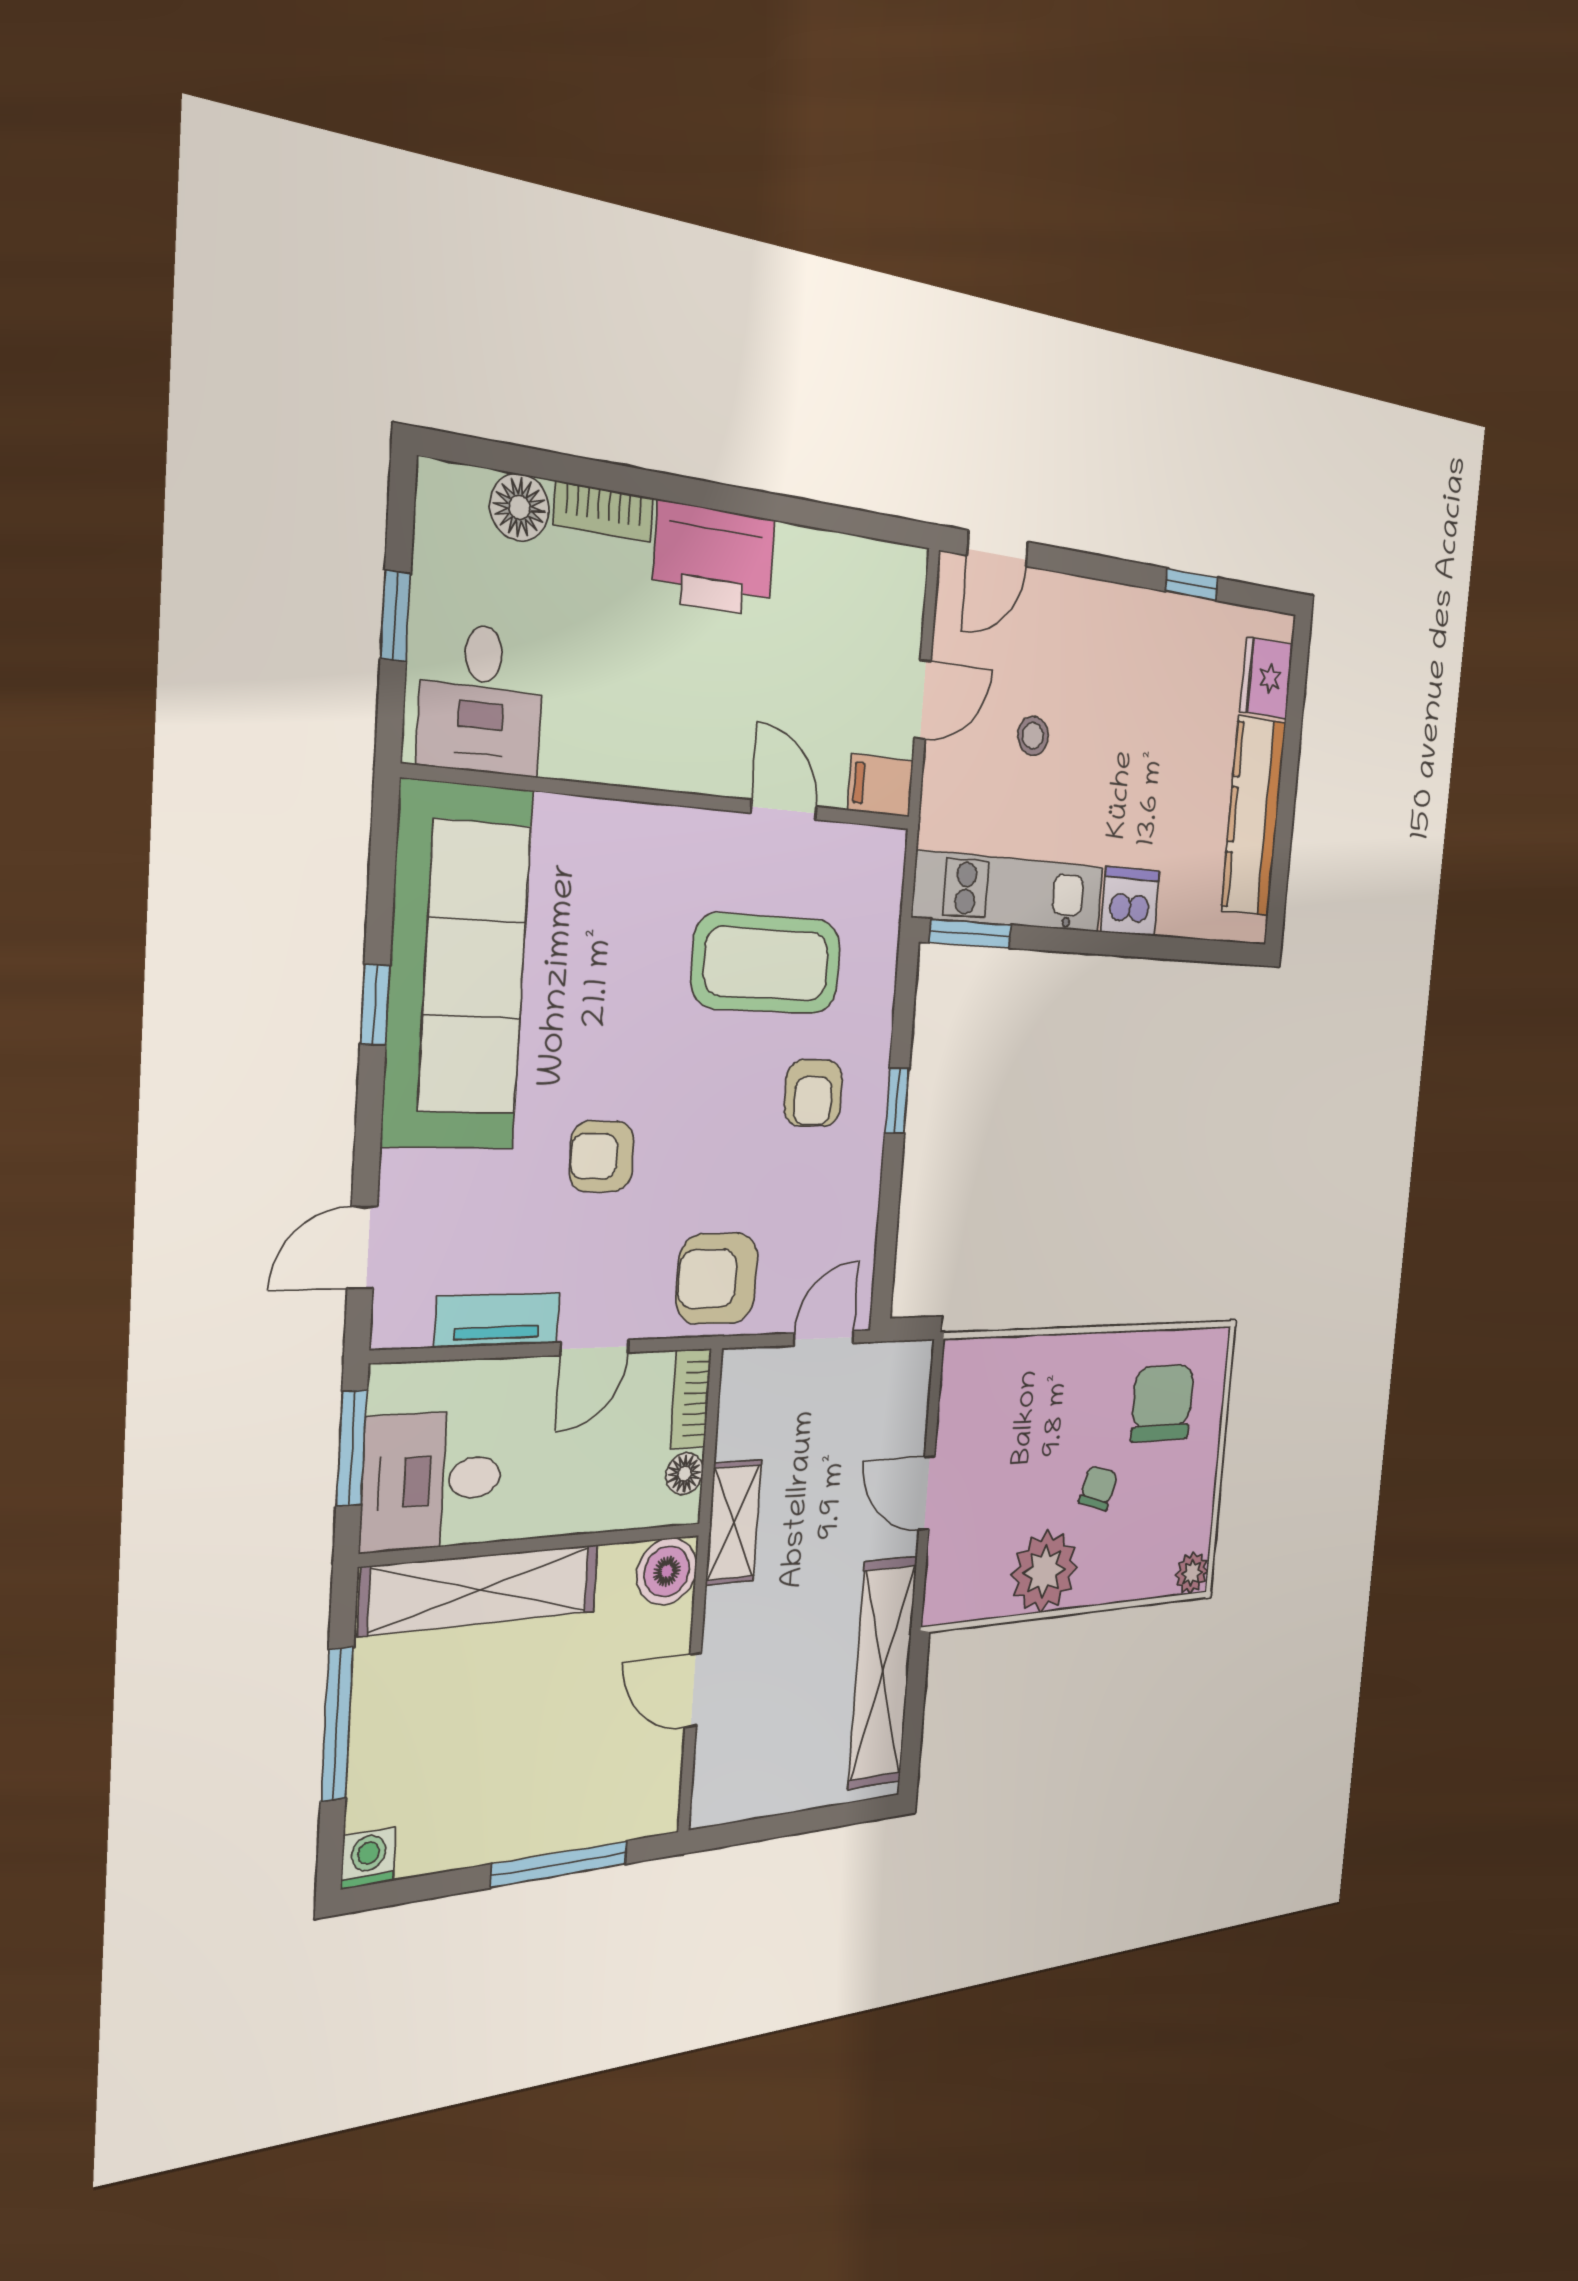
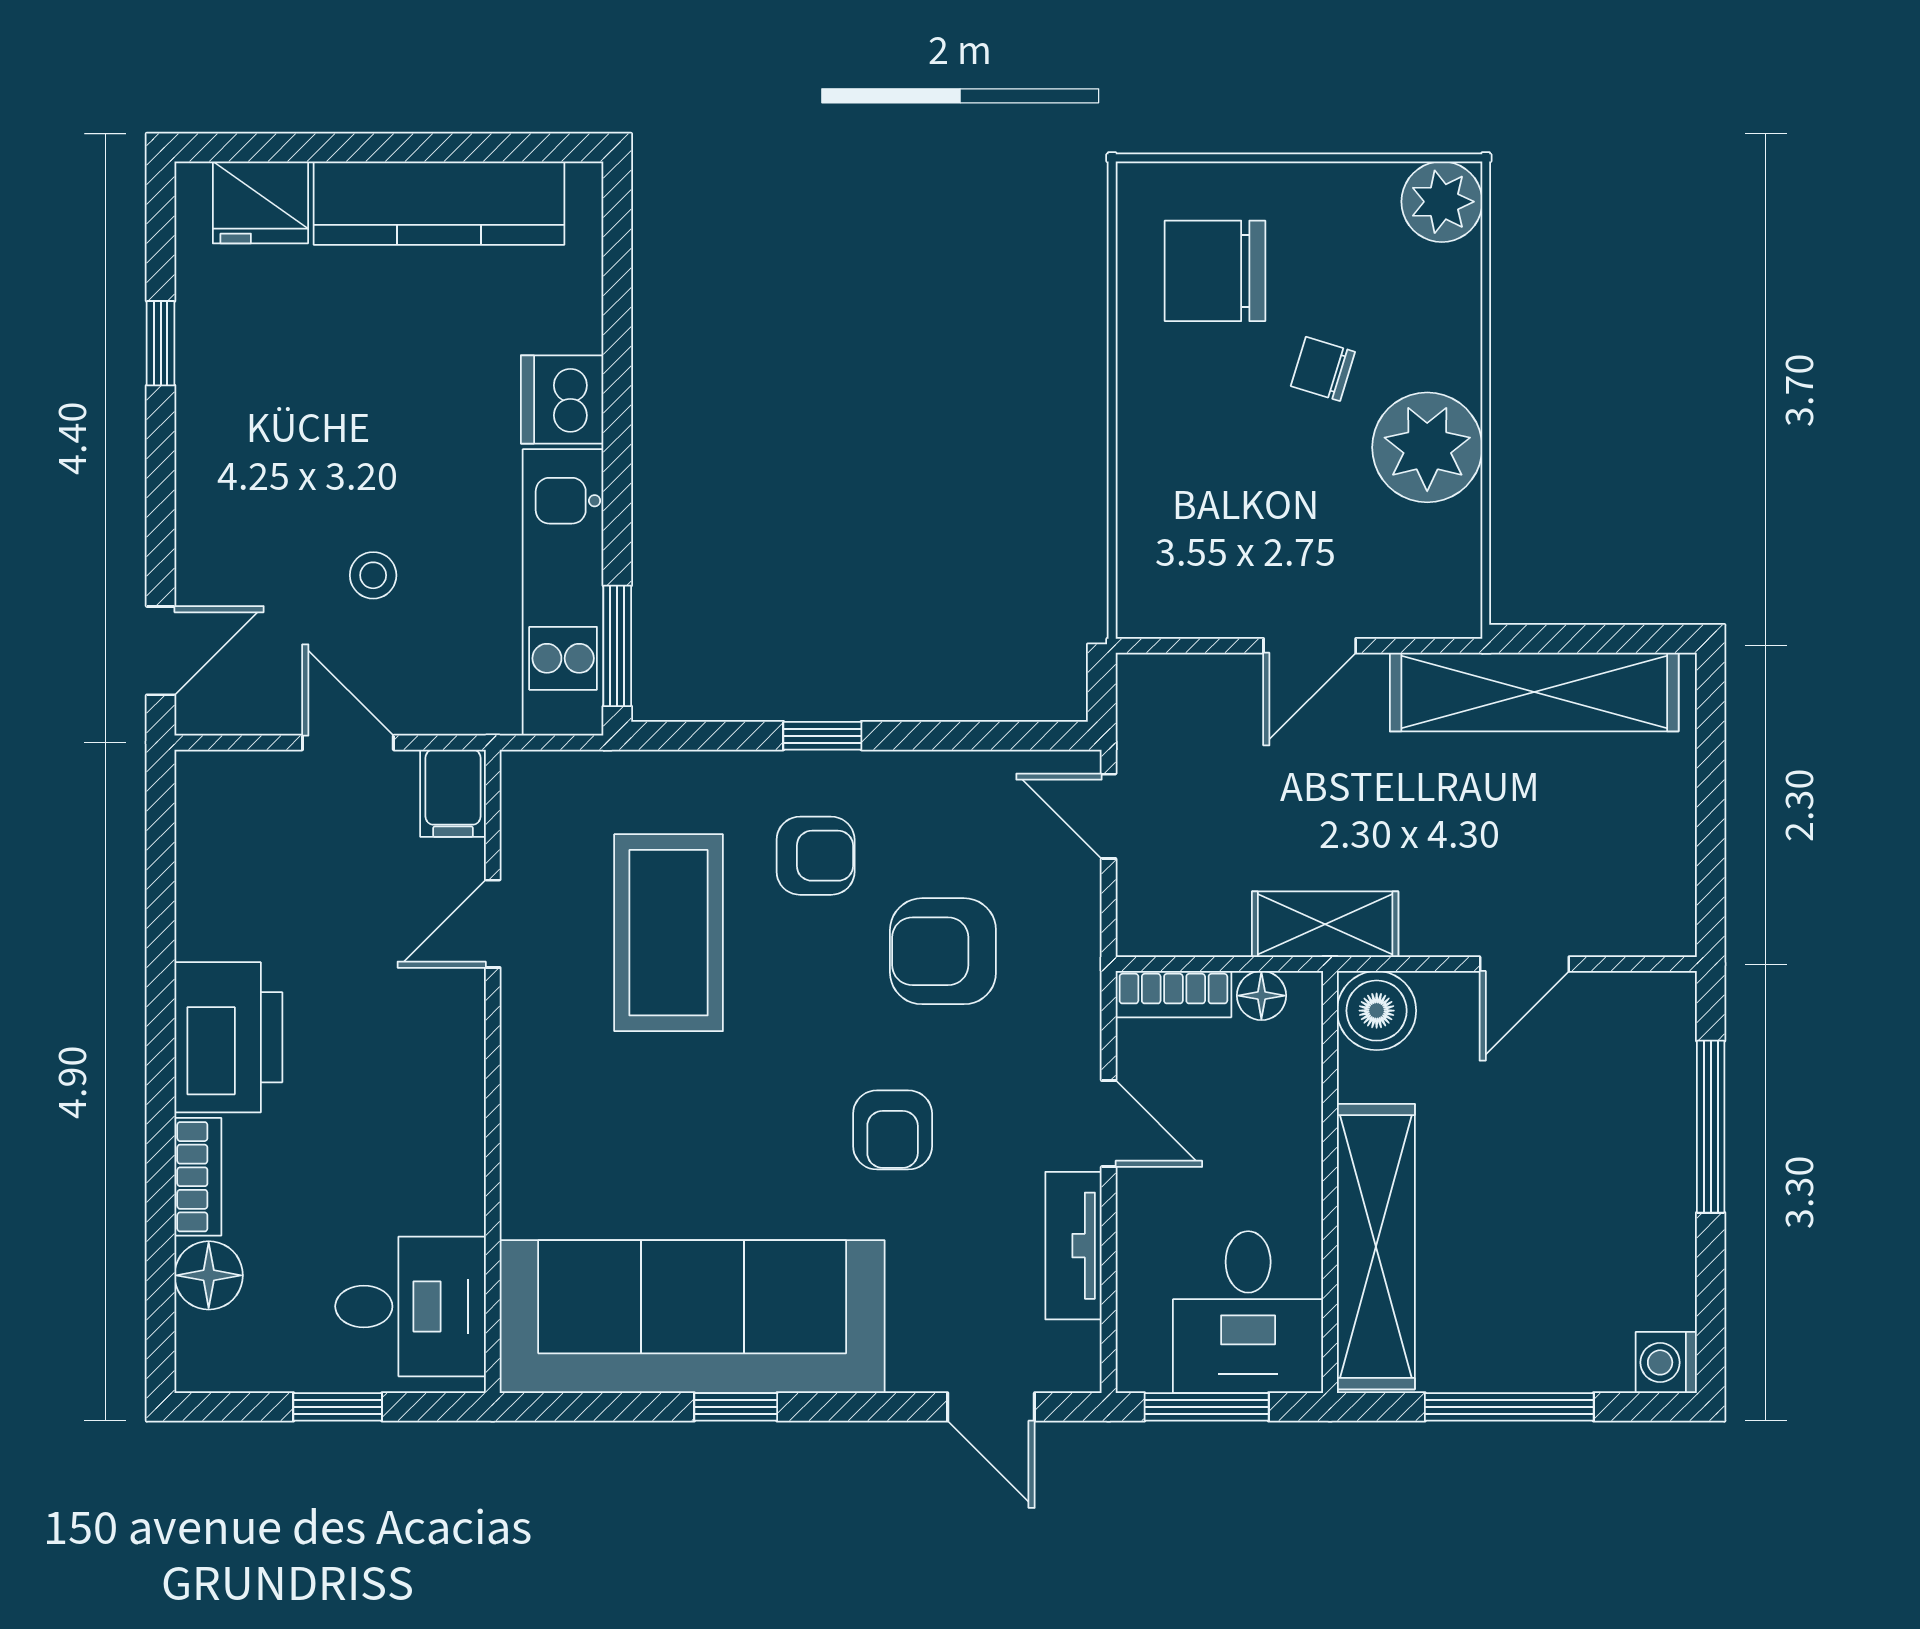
door: (998, 549) -> (161, 651), hinge flipped
armchair: (717, 1278) -> (943, 951), moved, turned 90
plant: (1192, 1573) -> (1442, 202), width x1.38, depth x1.38

